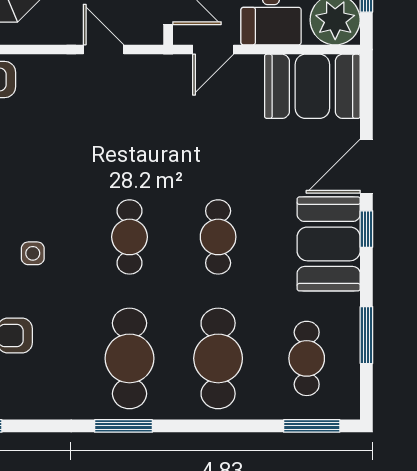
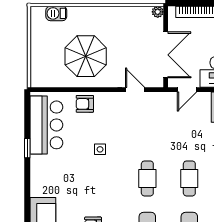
side table: (33, 253) -> (100, 149), moved

